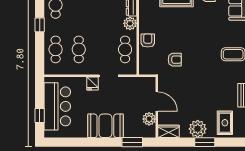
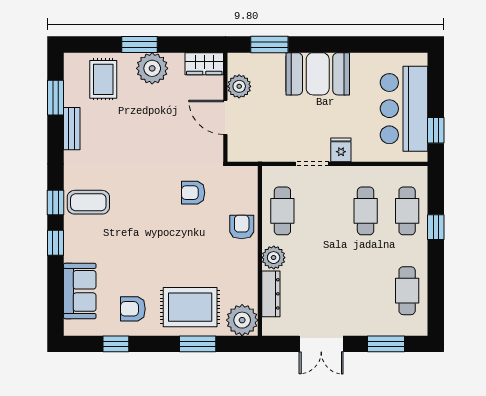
window: (40, 25) -> (436, 227), moved
armchair: (148, 40) -> (242, 227), turned 180
window: (40, 116) -> (436, 130), moved

